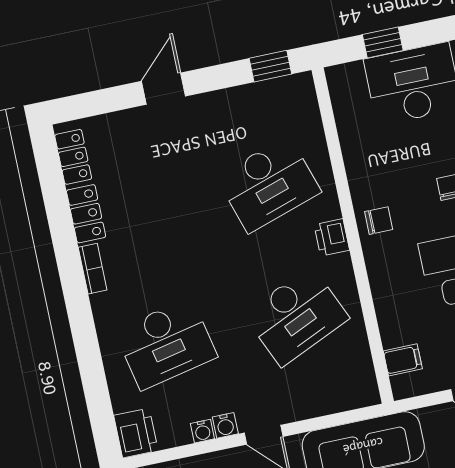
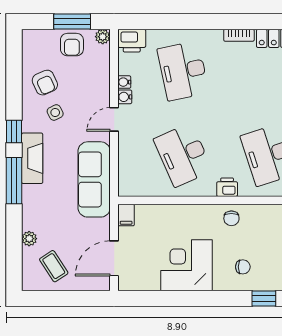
filing cabinet: (403, 360) -> (126, 215), moved

